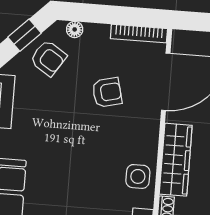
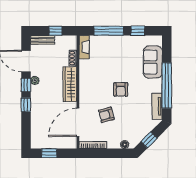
armchair: (48, 58) -> (121, 89), moved, turned -123
side table: (138, 176) -> (88, 75), removed

